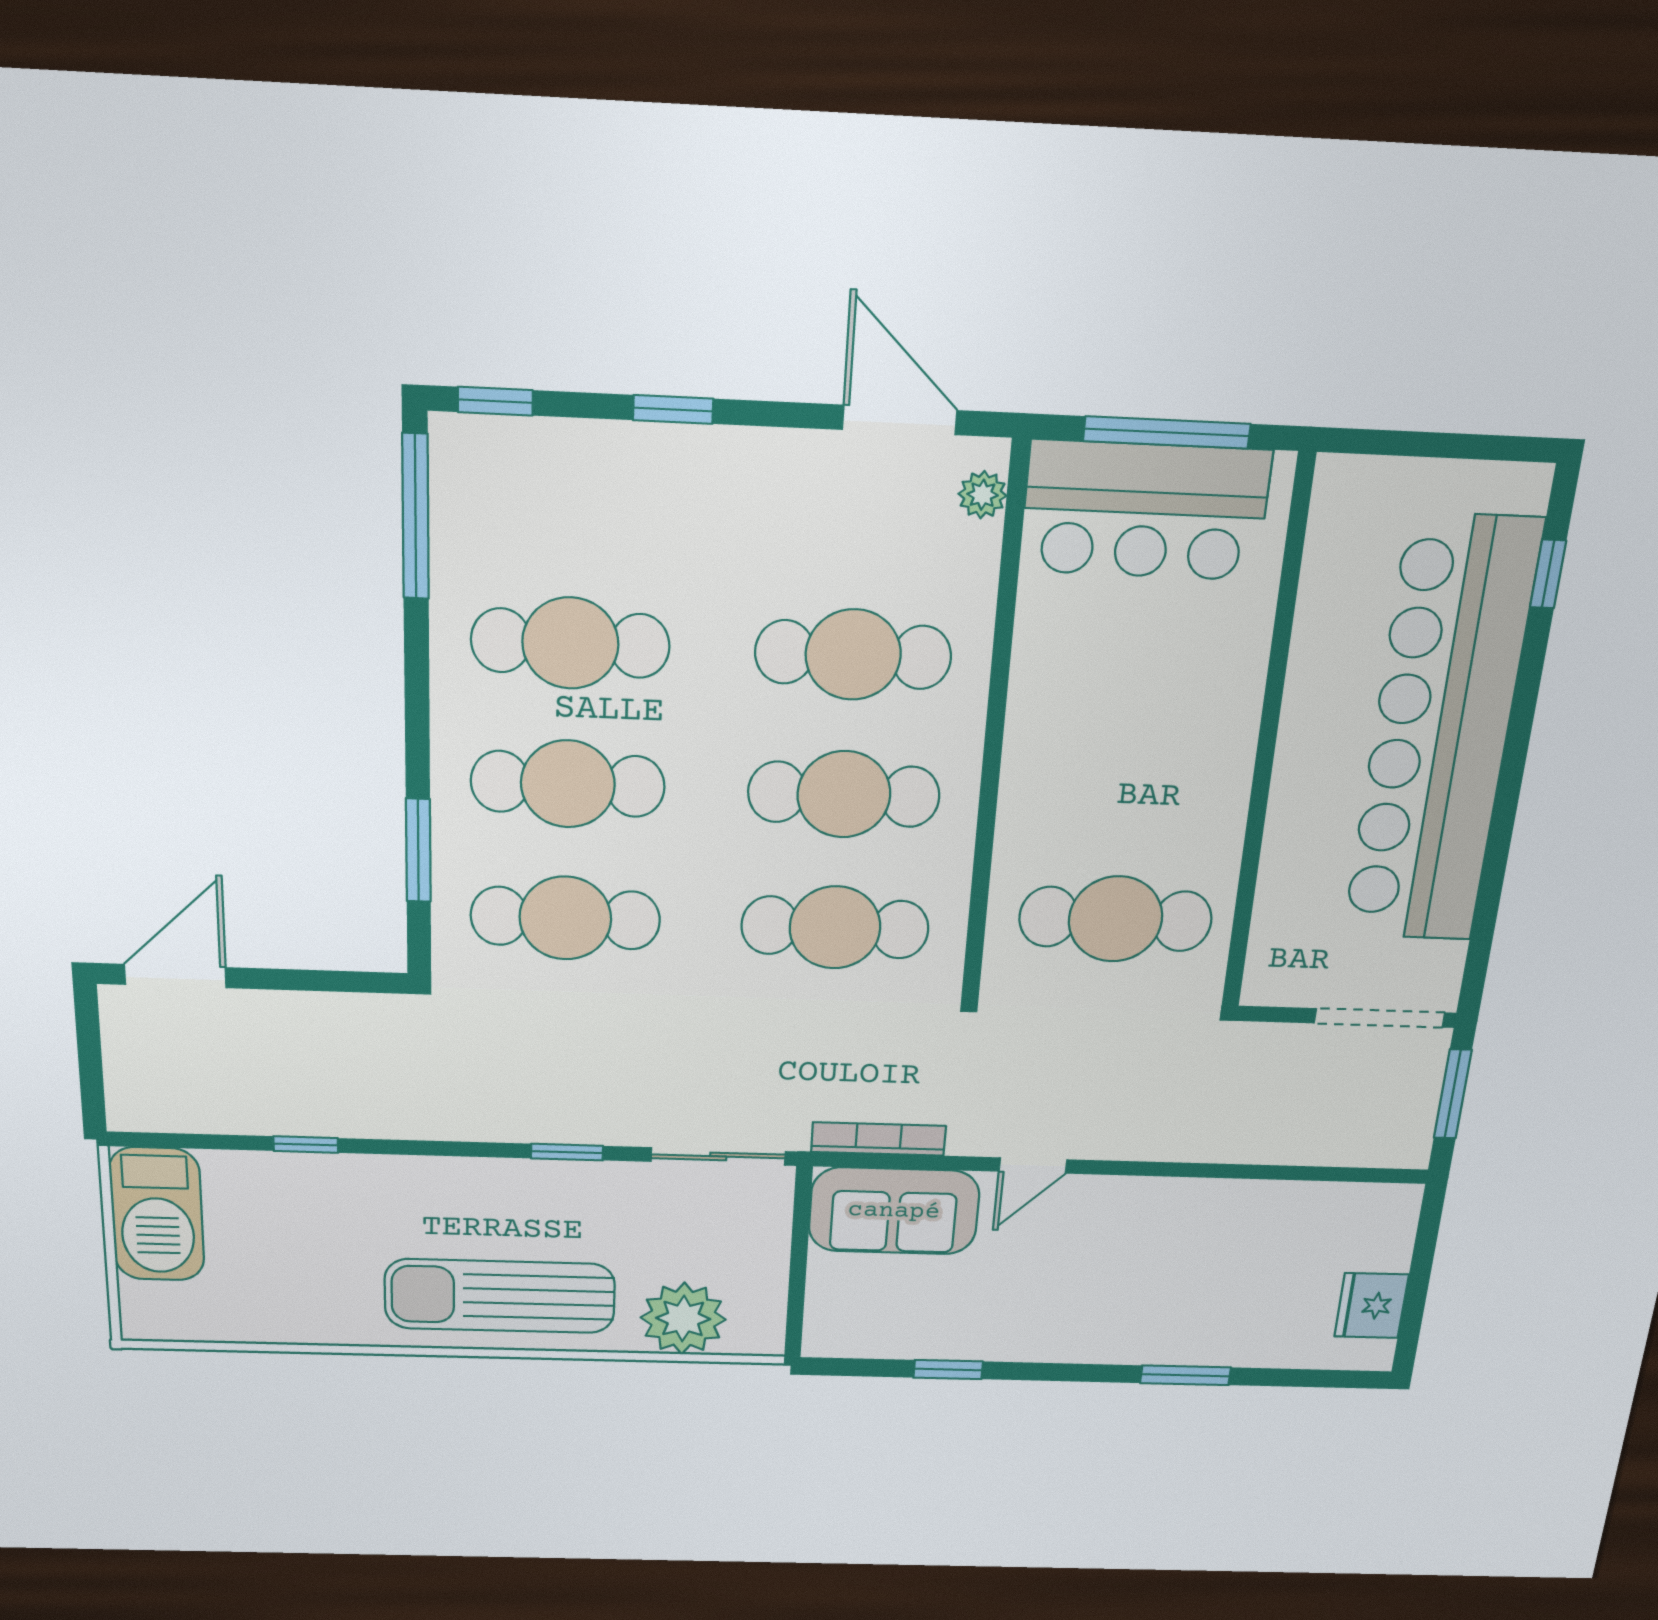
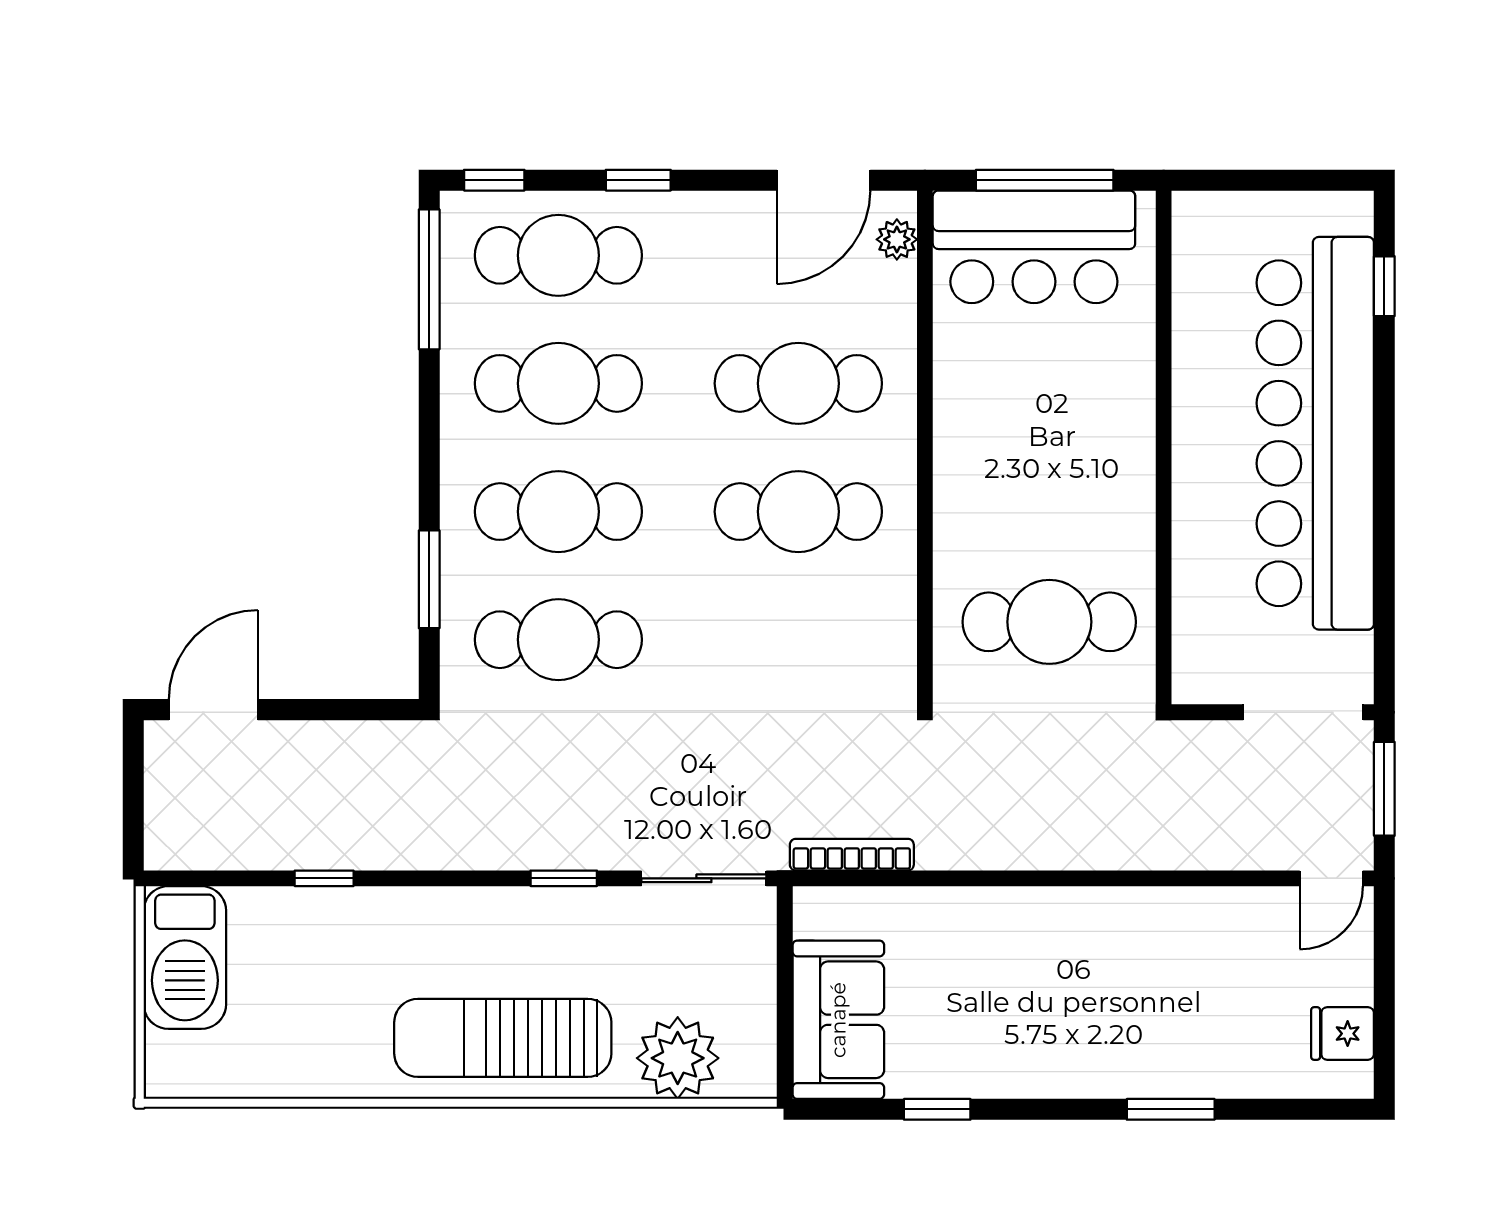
door: (900, 420) -> (824, 180), swing flipped
cafe table: (835, 927) -> (558, 255), moved
door: (1033, 1165) -> (1331, 878), moved
sofa: (894, 1211) -> (838, 1020), moved, turned -90
fridge: (1371, 1306) -> (1343, 1034), width x0.72

